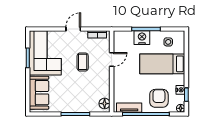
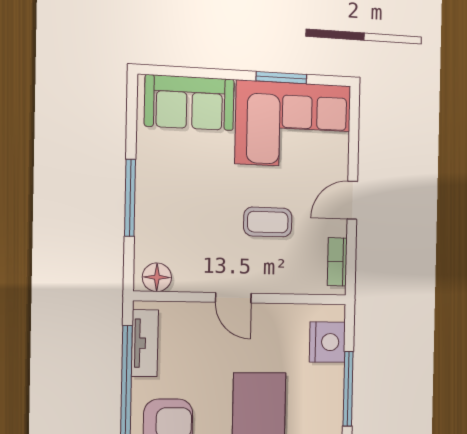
door: (73, 29) -> (352, 200), swing flipped
nightstand: (142, 38) -> (327, 342), moved
door: (112, 59) -> (233, 298), moved

